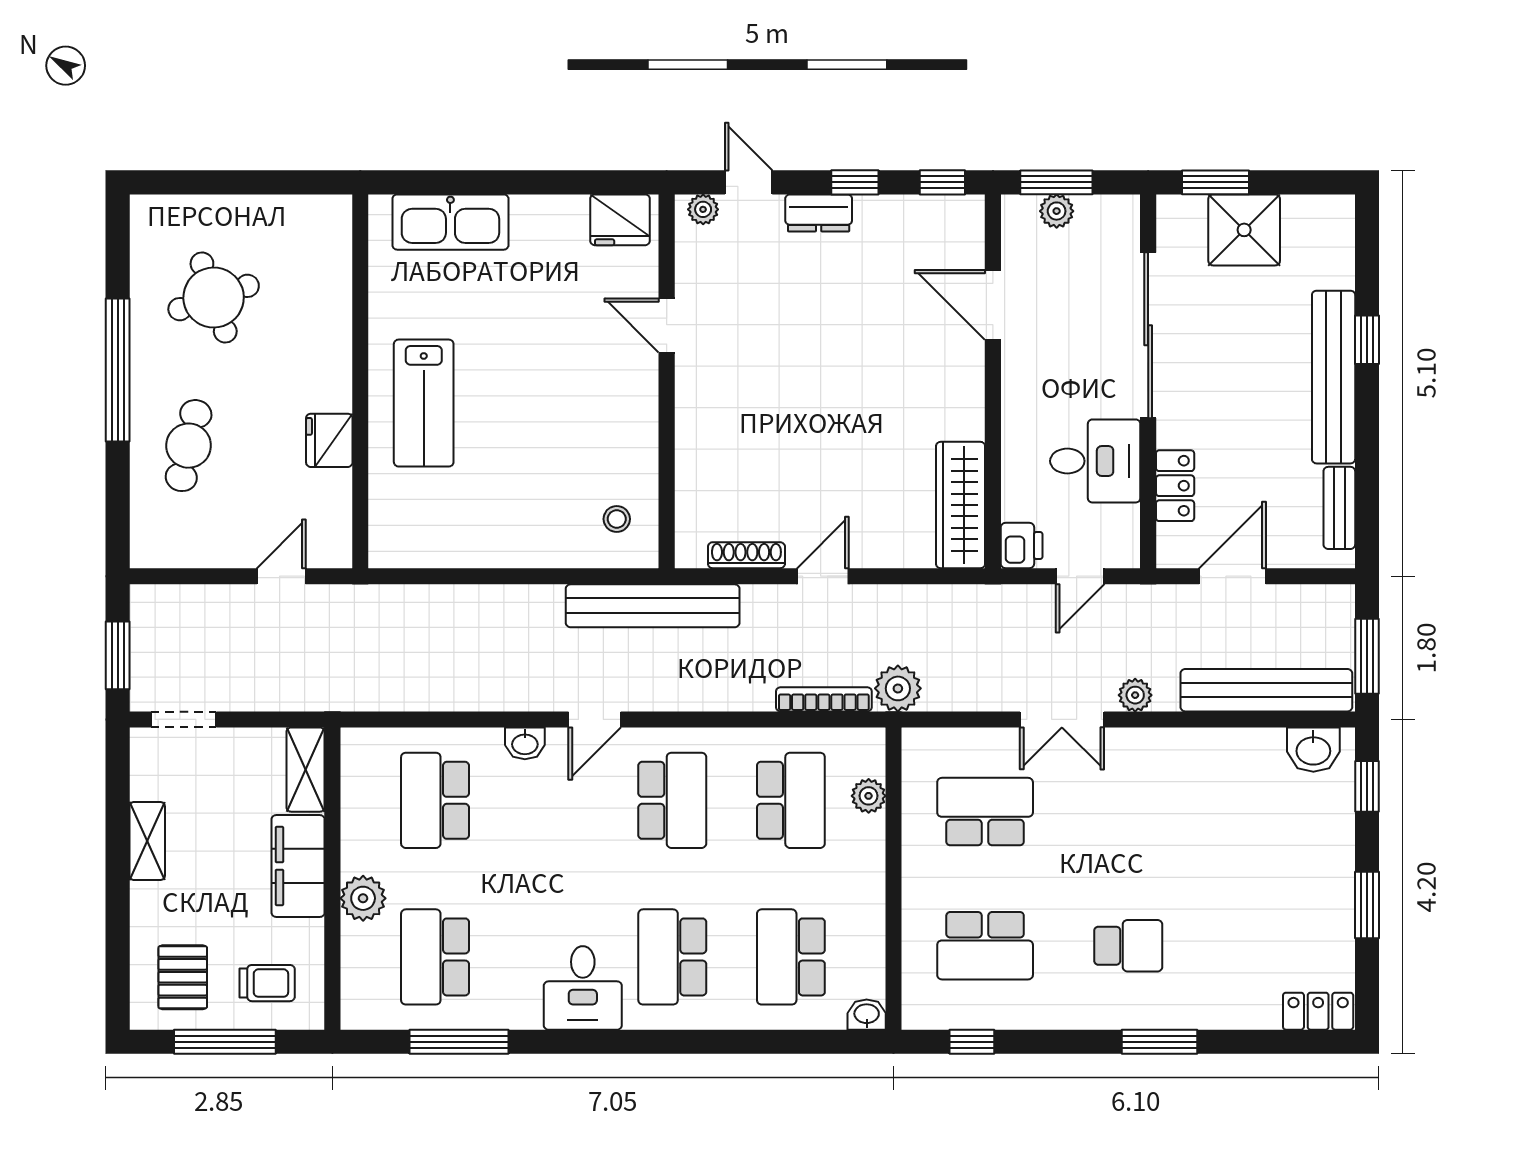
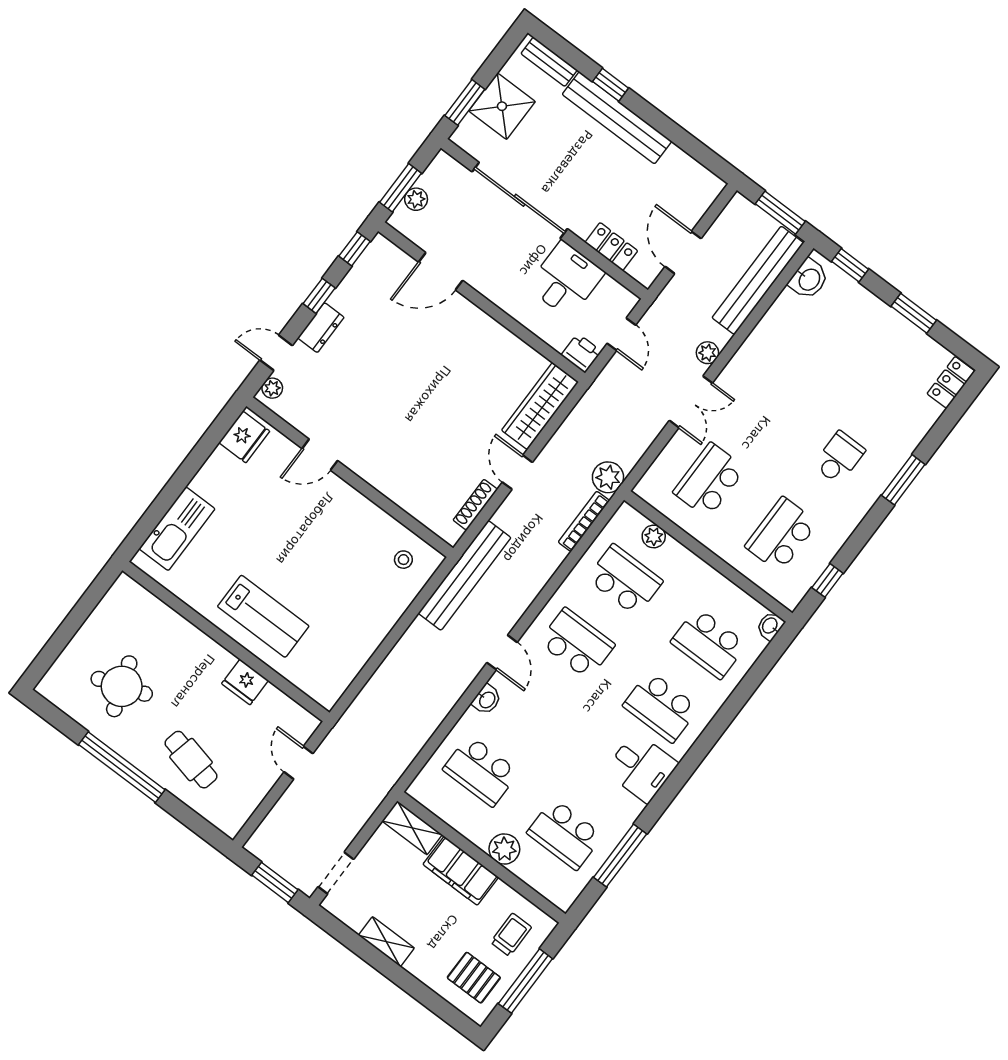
wardrobe: (961, 505) -> (540, 406), moved, turned 90
bench: (1339, 508) -> (549, 62), moved
school desk: (985, 946) -> (781, 535), turned 180

